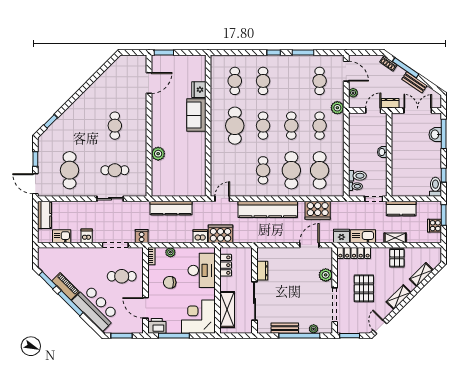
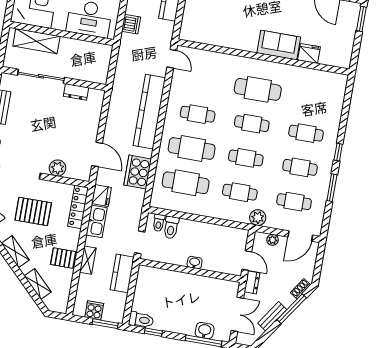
cafe table: (235, 81) -> (300, 167), moved
cooker: (220, 234) -> (130, 49), removed
locker: (226, 265) -> (91, 49), removed

